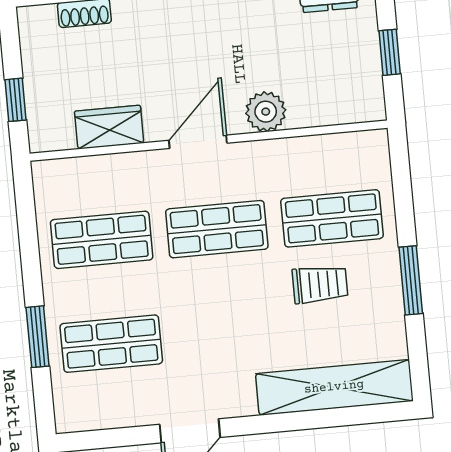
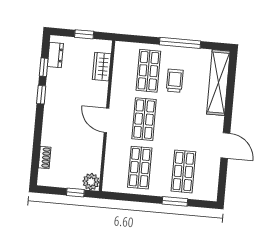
plant: (266, 112) -> (91, 182), moved
wardrobe: (109, 127) -> (102, 67), moved
window: (411, 280) -> (180, 43), width x1.44

